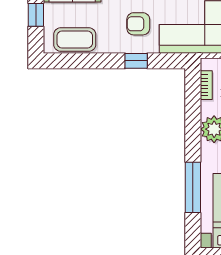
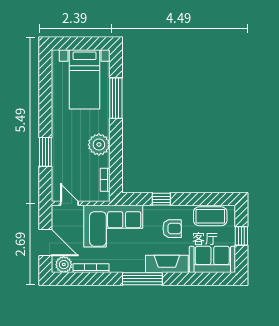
armchair: (138, 24) -> (172, 229), moved

